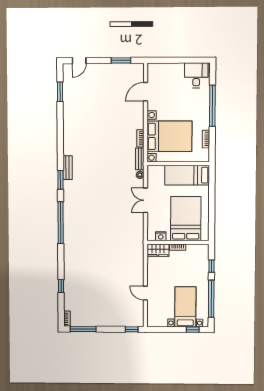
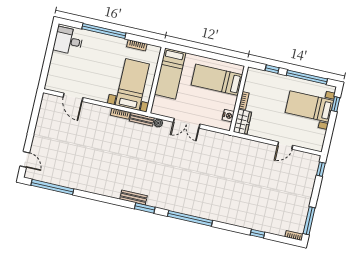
window: (121, 60) -> (35, 116), removed
window: (60, 92) -> (52, 187), width x2.11
bed with nightstands: (169, 136) -> (132, 85), width x0.73
bed: (186, 219) -> (217, 80), width x0.67

